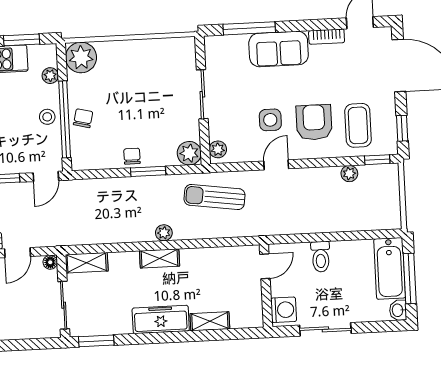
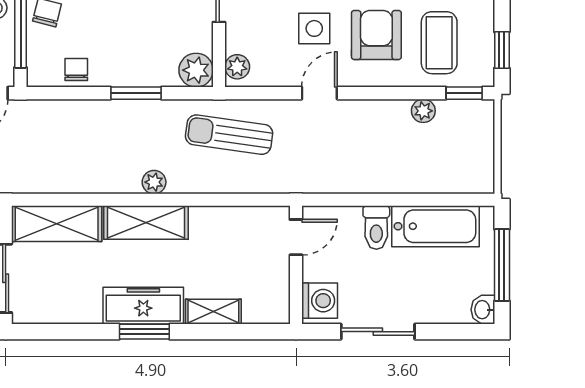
chair: (132, 156) -> (76, 70), moved
shelving: (160, 258) -> (146, 223), width x1.50, depth x1.33
shelving: (87, 263) -> (57, 224), width x1.50, depth x1.33
bathtub: (390, 268) -> (435, 226), moved, turned -90
window: (96, 341) -> (144, 332), moved

